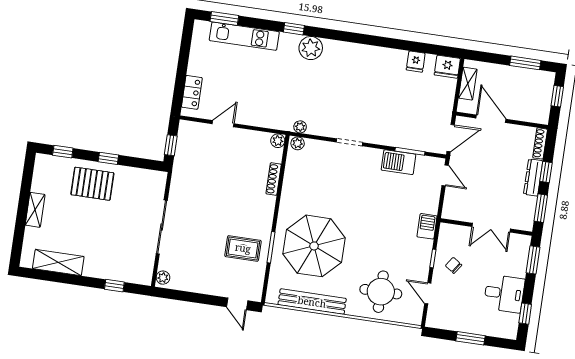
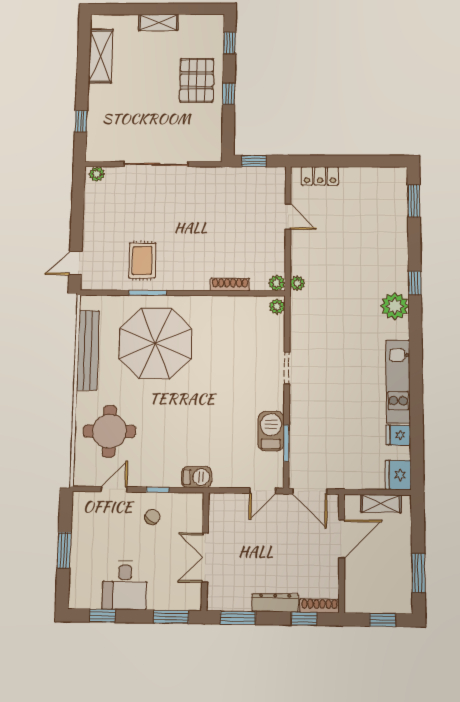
kitchen unit: (244, 36) -> (398, 382), moved
plant: (300, 127) -> (297, 283), moved
window: (546, 172) -> (304, 619), moved

